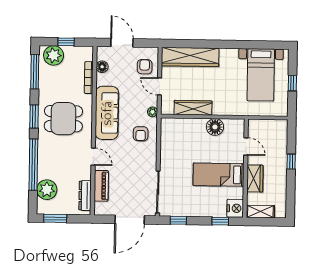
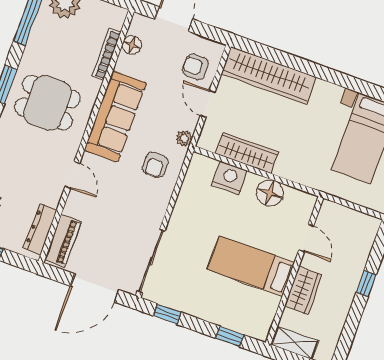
armchair: (145, 67) -> (195, 67), turned -90
piano: (101, 186) -> (63, 241), moved
nightstand: (235, 208) -> (229, 178), moved, turned -90

